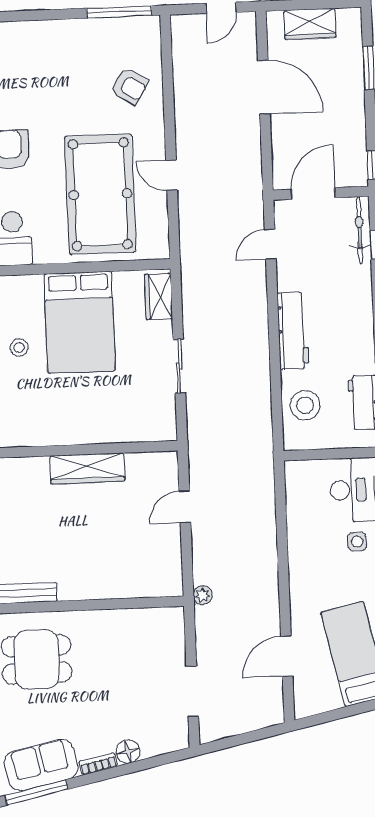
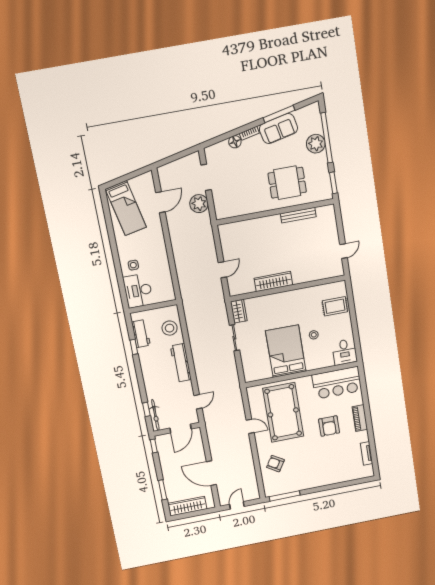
wardrobe: (310, 24) -> (188, 506), width x1.50
wardrobe: (159, 296) -> (239, 311), moved
plant: (203, 595) -> (199, 204), moved, width x1.87, depth x1.87

